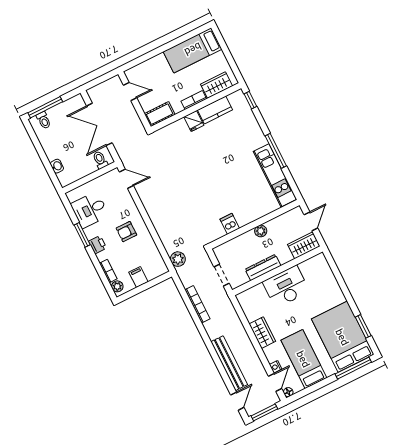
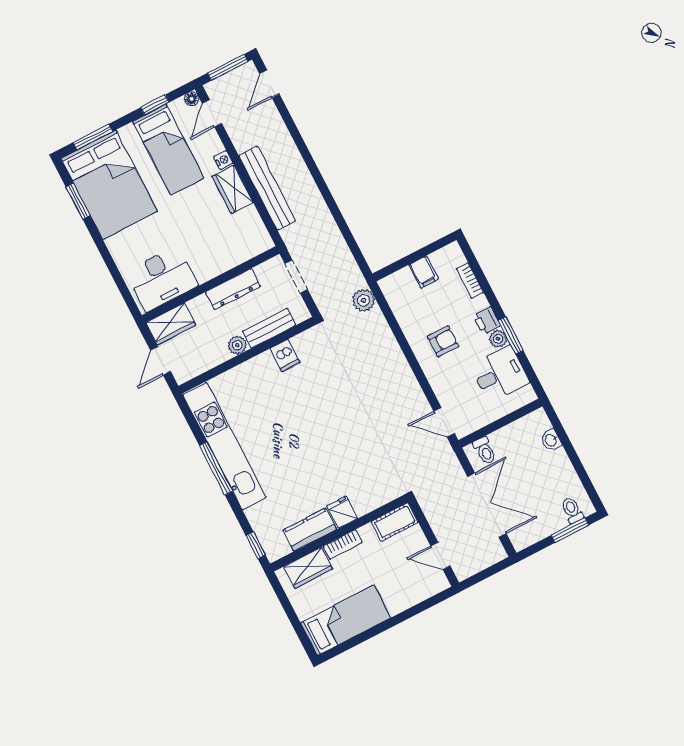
window: (45, 107) -> (570, 530), width x0.69
kitchen unit: (275, 175) -> (224, 446), width x1.36
bench: (240, 242) -> (269, 328), added
plant: (117, 286) -> (498, 339), moved
desk: (286, 287) -> (162, 279), moved
bookcase: (197, 304) -> (333, 232), removed
bench: (229, 363) -> (267, 188), moved
nightstand: (276, 367) -> (223, 160), moved
window: (353, 368) -> (93, 137), width x0.69
window: (312, 388) -> (155, 105), added

